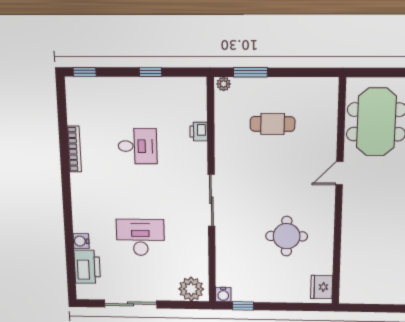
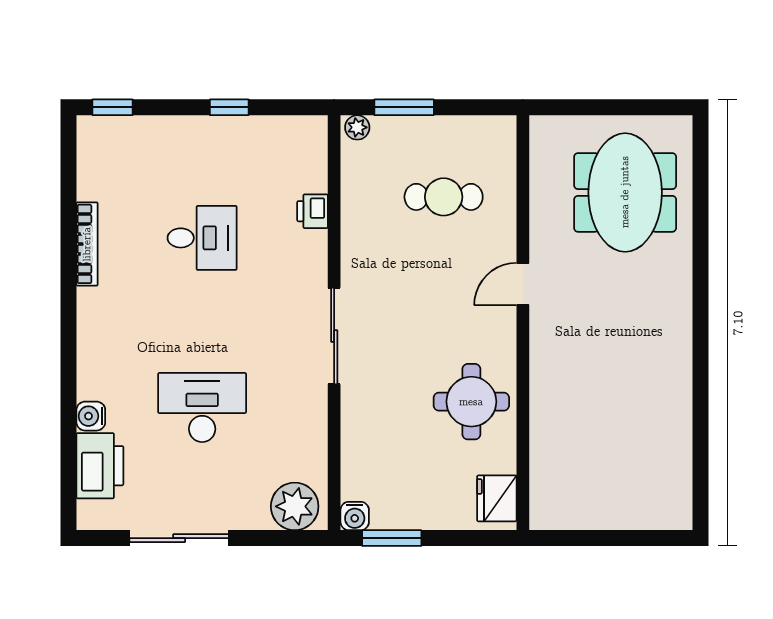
door: (339, 173) -> (523, 284), moved
wall: (339, 194) -> (523, 323), moved
fridge: (322, 287) -> (497, 498), moved
window: (243, 306) -> (392, 538), width x1.50

